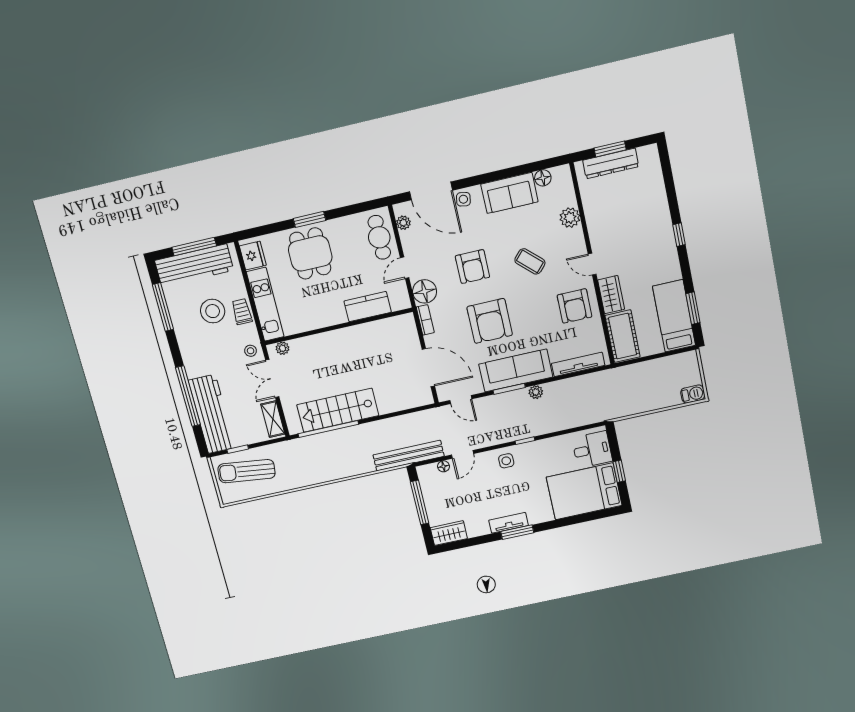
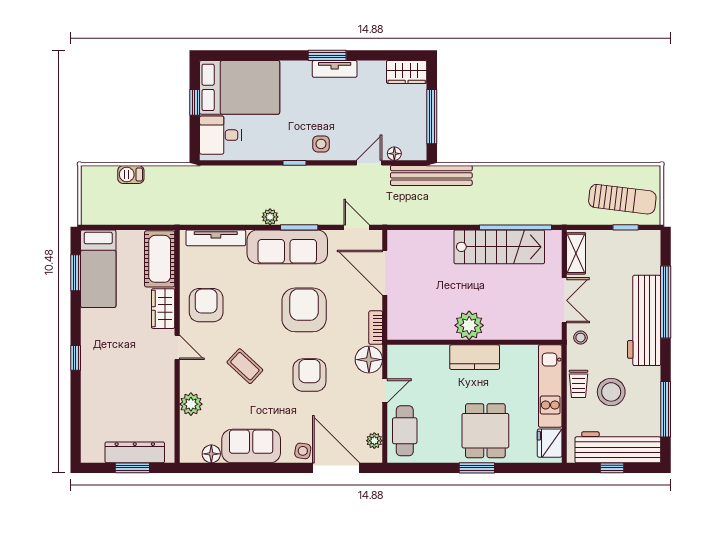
window: (194, 246) -> (612, 468), width x0.46
kitchen counter: (368, 307) -> (475, 357), moved
plant: (282, 348) -> (469, 325), moved, width x1.87, depth x1.87
barbecue: (693, 394) -> (131, 174), moved
workbench: (212, 414) -> (644, 320), moved

